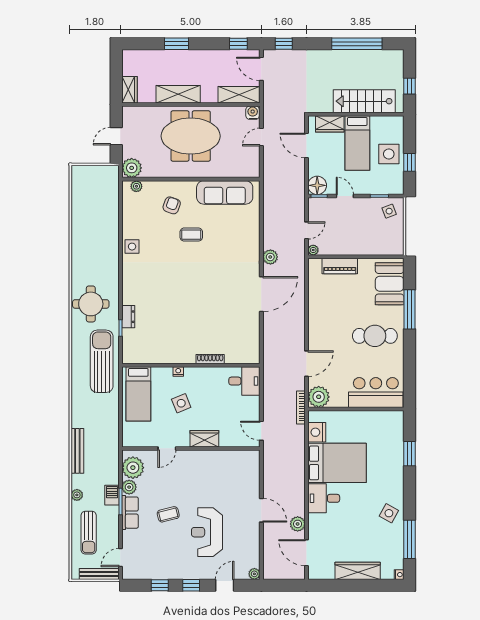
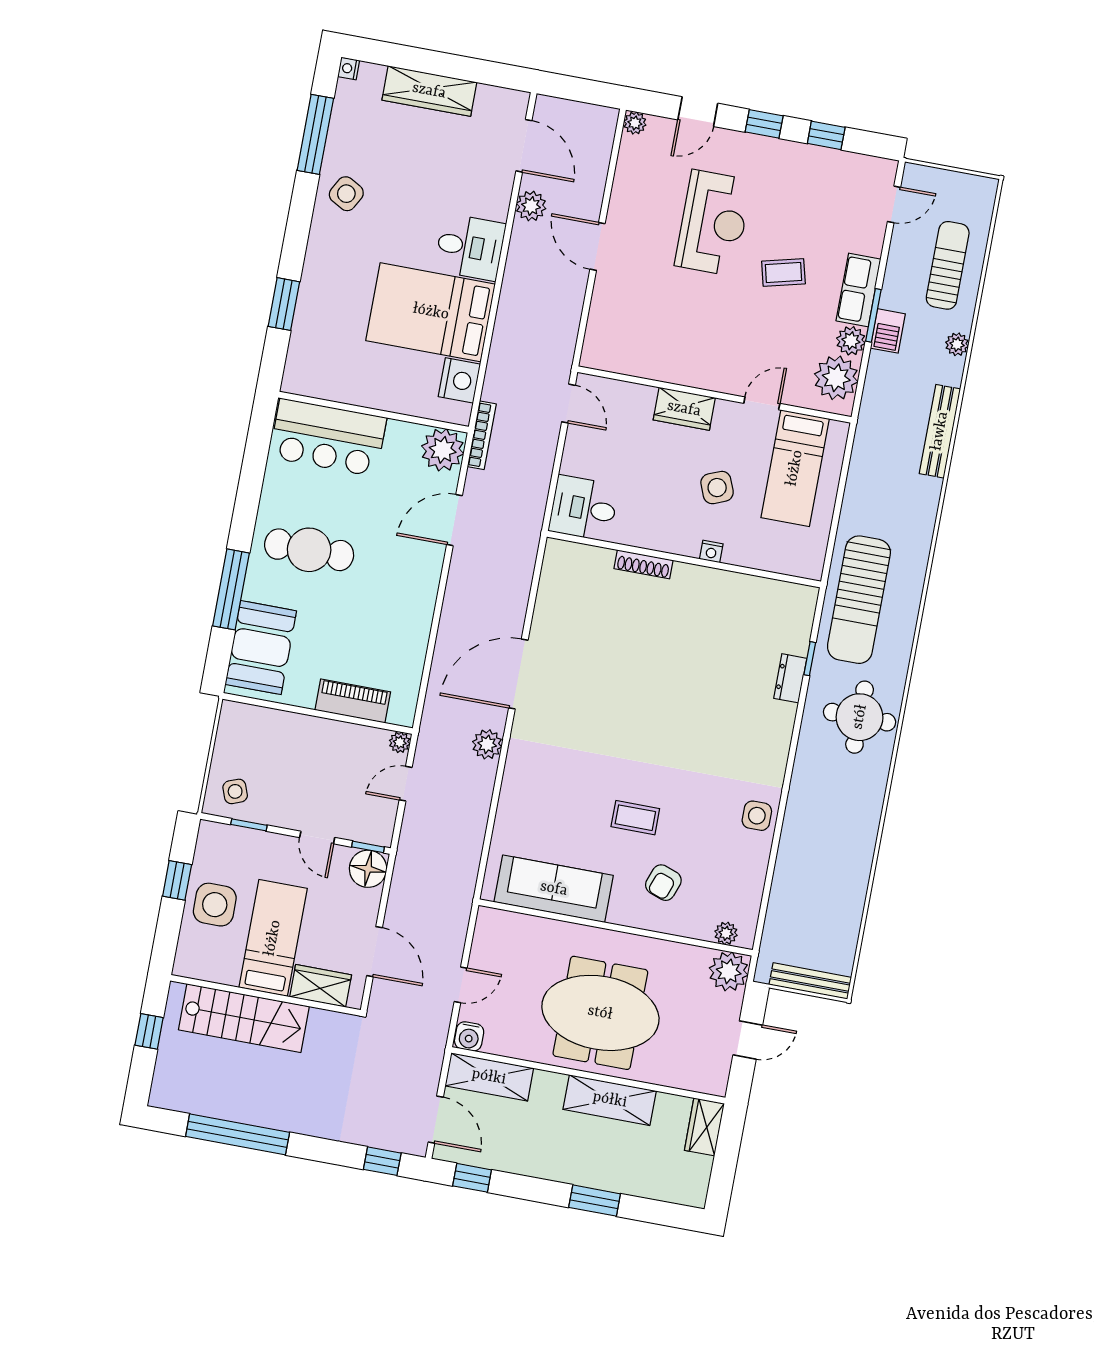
bed: (138, 394) -> (795, 468), moved, turned 180
bench: (99, 574) -> (810, 981), moved

